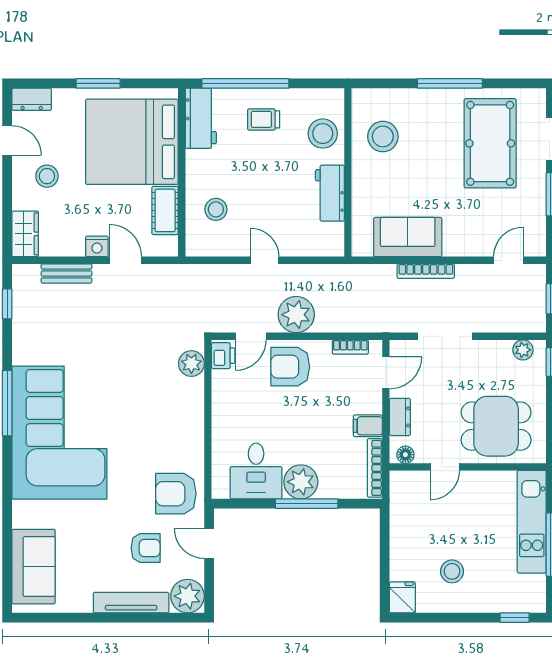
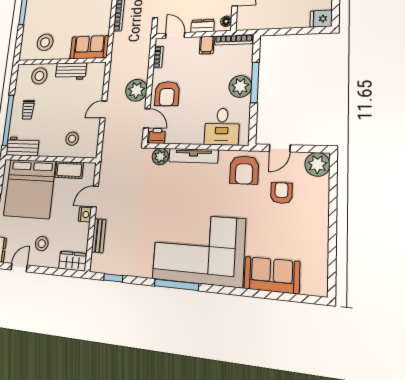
sofa: (408, 237) -> (89, 47), moved, turned 90
desk: (256, 471) -> (222, 127), moved, turned 90
sofa: (34, 567) -> (272, 275), moved
tv unit: (131, 603) -> (193, 156), moved, turned -90

